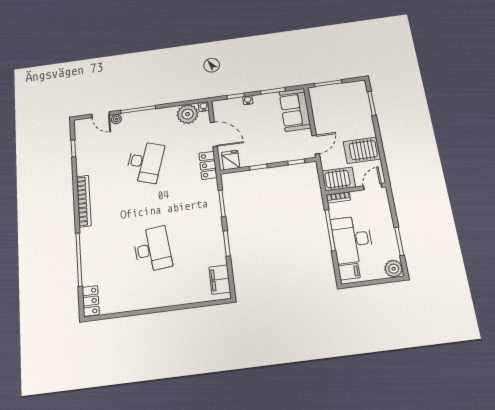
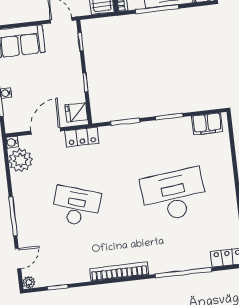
plant: (116, 119) -> (29, 282), moved
desk: (152, 249) -> (174, 195), width x1.36, depth x1.30

